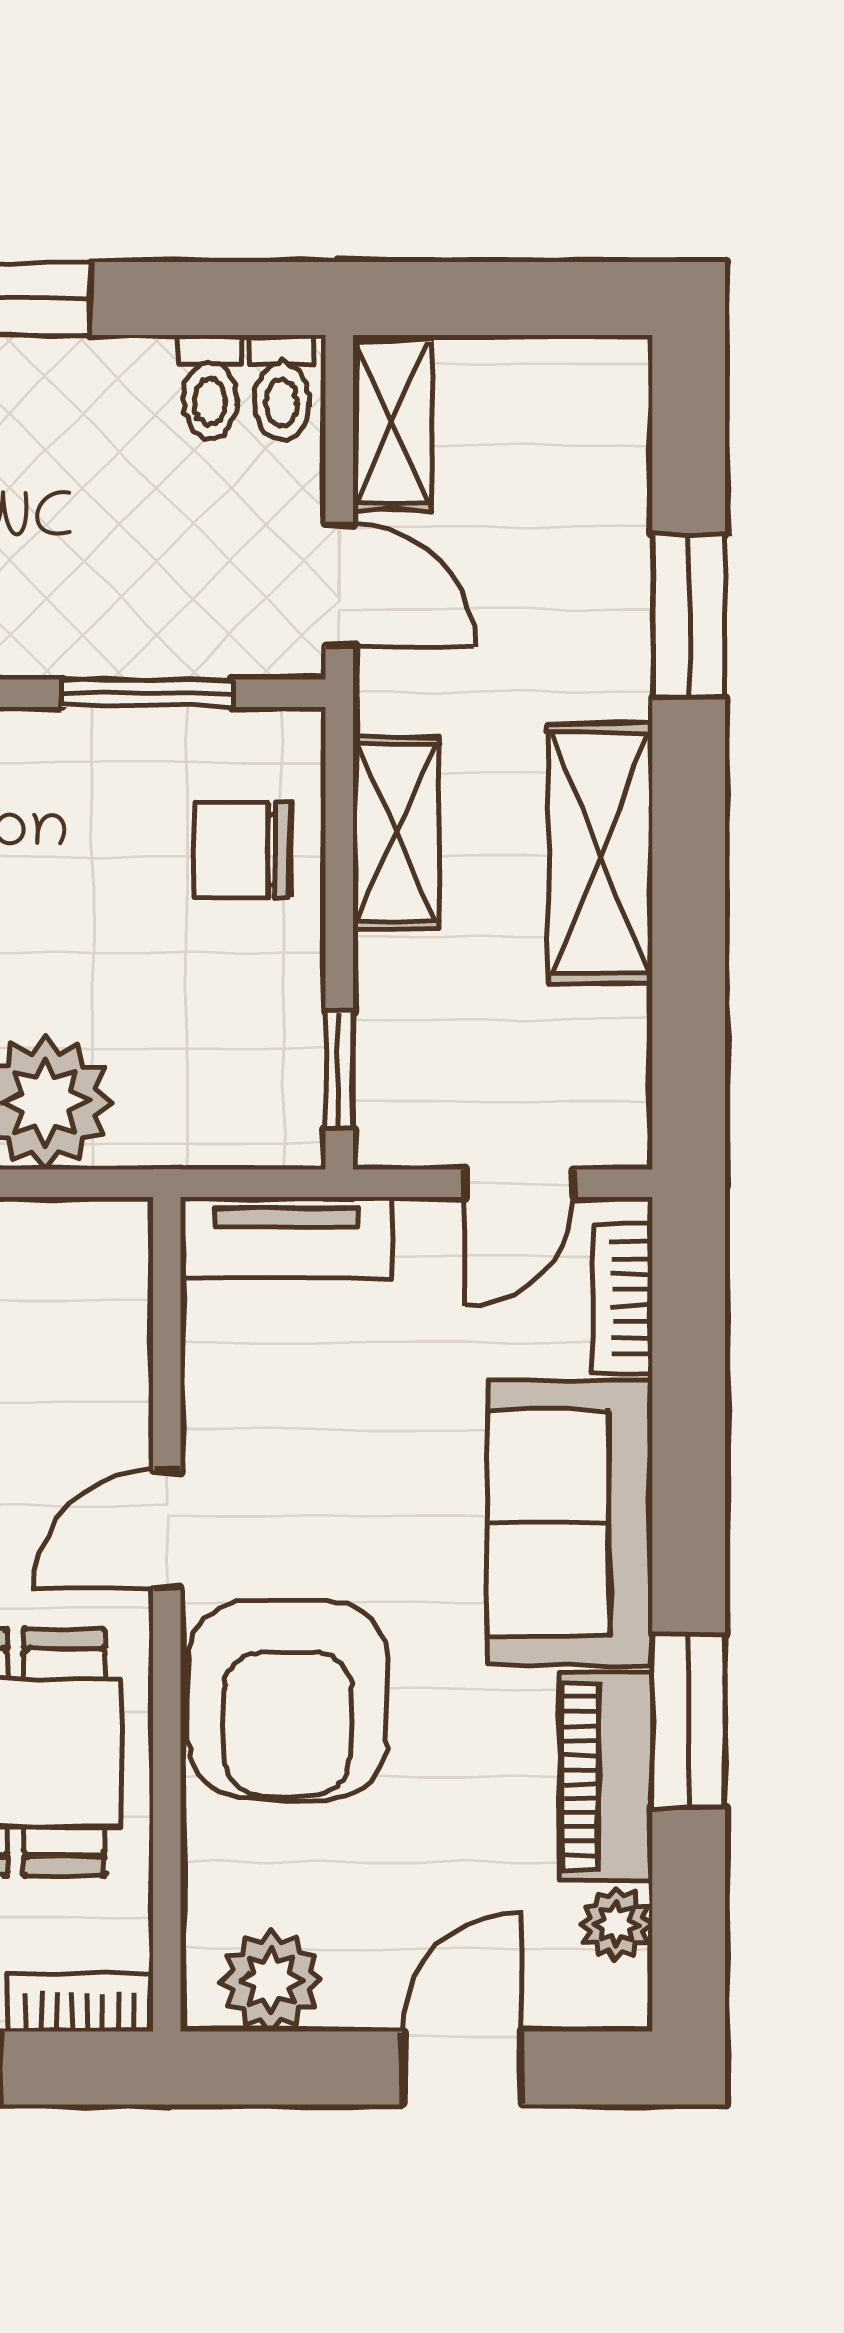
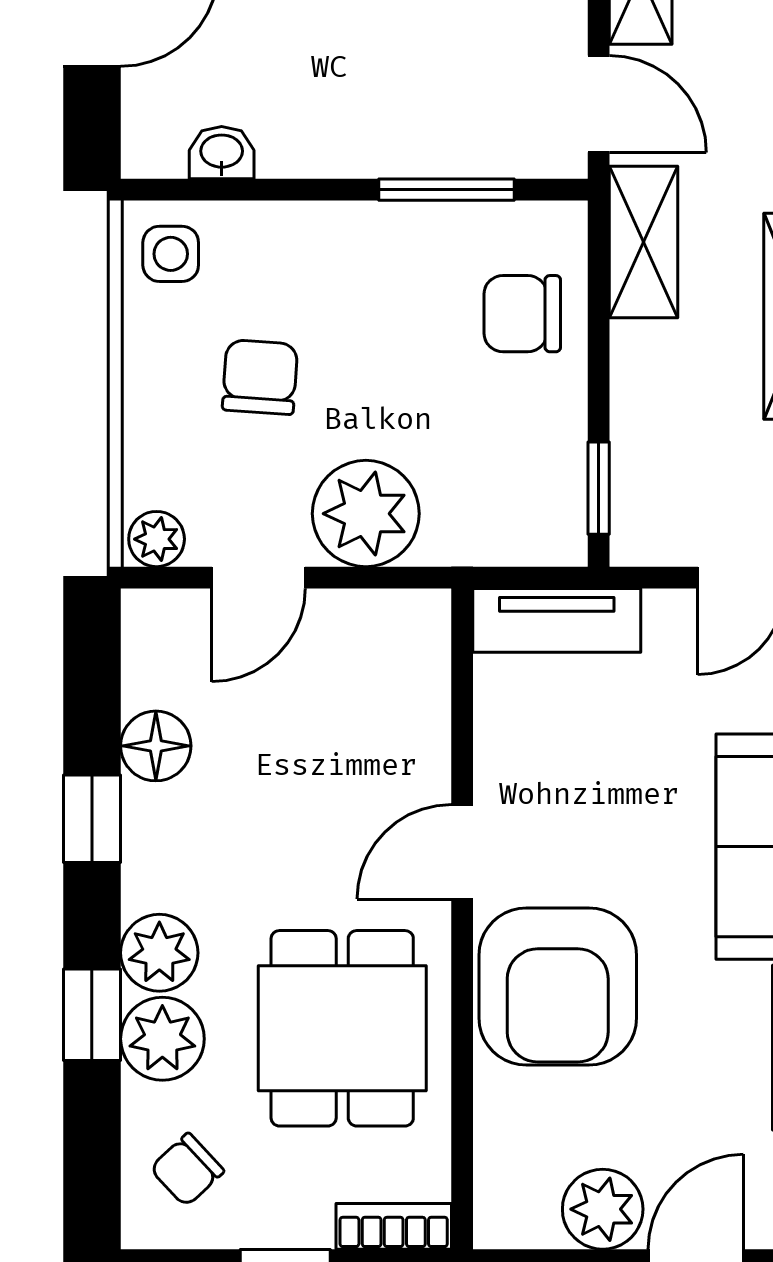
shelving: (396, 833) -> (644, 242), moved
plant: (271, 1981) -> (603, 1209), moved

